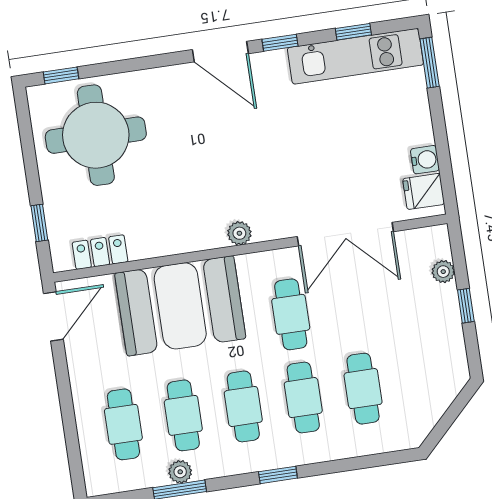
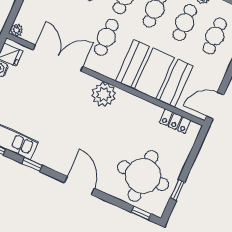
door: (220, 52) -> (79, 185), moved
window: (39, 223) -> (177, 190), moved
plant: (239, 233) -> (104, 94), width x1.88, depth x1.88
plant: (443, 272) -> (16, 30), moved

